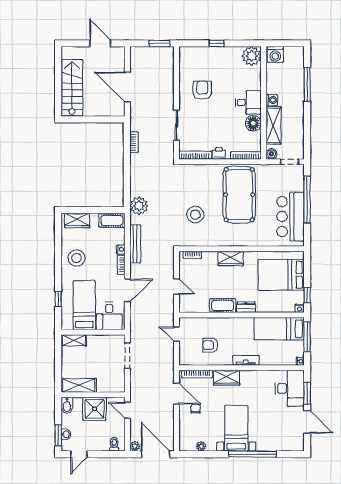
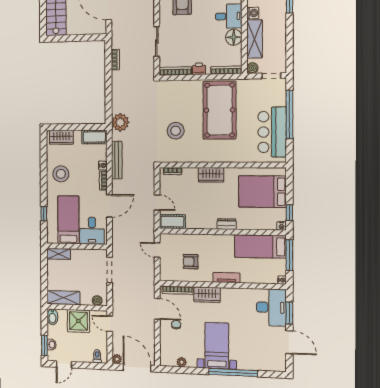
cot: (223, 305) -> (172, 222), moved
boiler: (114, 387) -> (97, 301), added

